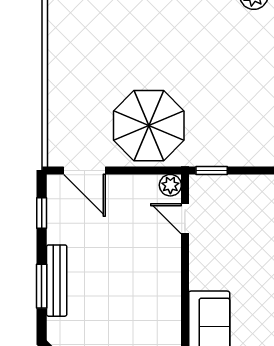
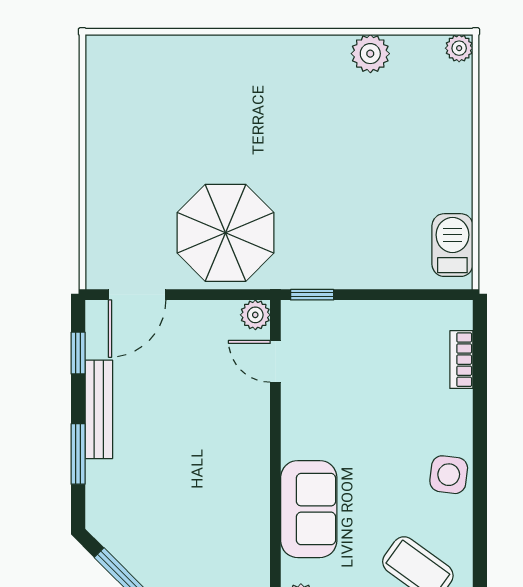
door: (85, 171) -> (137, 295), hinge flipped
bench: (57, 281) -> (99, 409), moved

